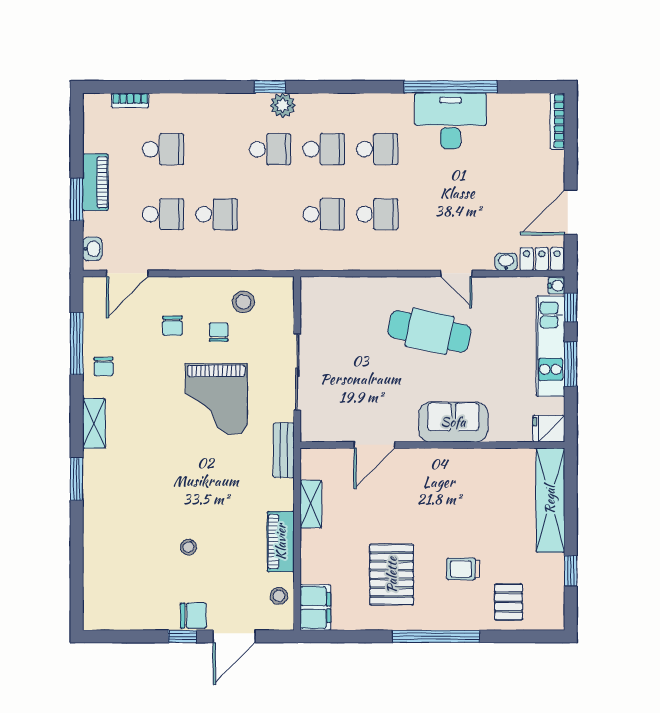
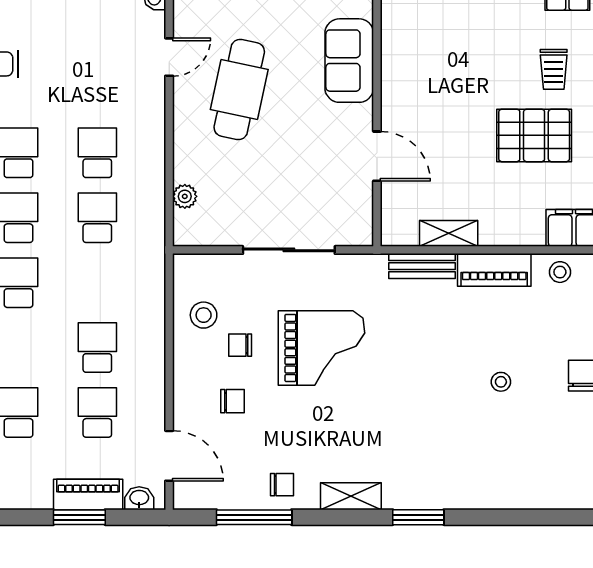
piano: (95, 182) -> (88, 494), moved
plant: (341, 286) -> (185, 196), added
bench: (284, 450) -> (422, 266), moved
trolley: (463, 569) -> (554, 69), moved

